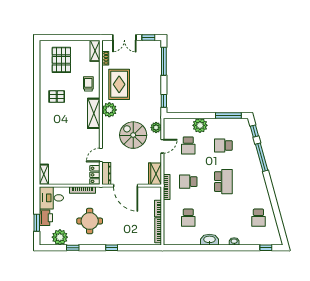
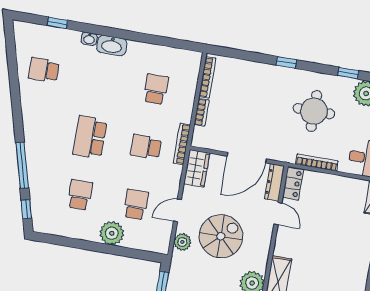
window: (228, 115) -> (64, 241), removed
spiral stairs: (133, 135) -> (221, 236), turned -90
school desk: (223, 145) -> (80, 195), turned -90
door: (101, 155) -> (278, 213), hinge flipped
school desk: (188, 182) -> (146, 147), turned 180
door: (126, 186) -> (247, 158), swing flipped
school desk: (258, 218) -> (44, 70), turned -90
washbasin: (209, 240) -> (112, 45), moved
window: (266, 248) -> (57, 23), moved

